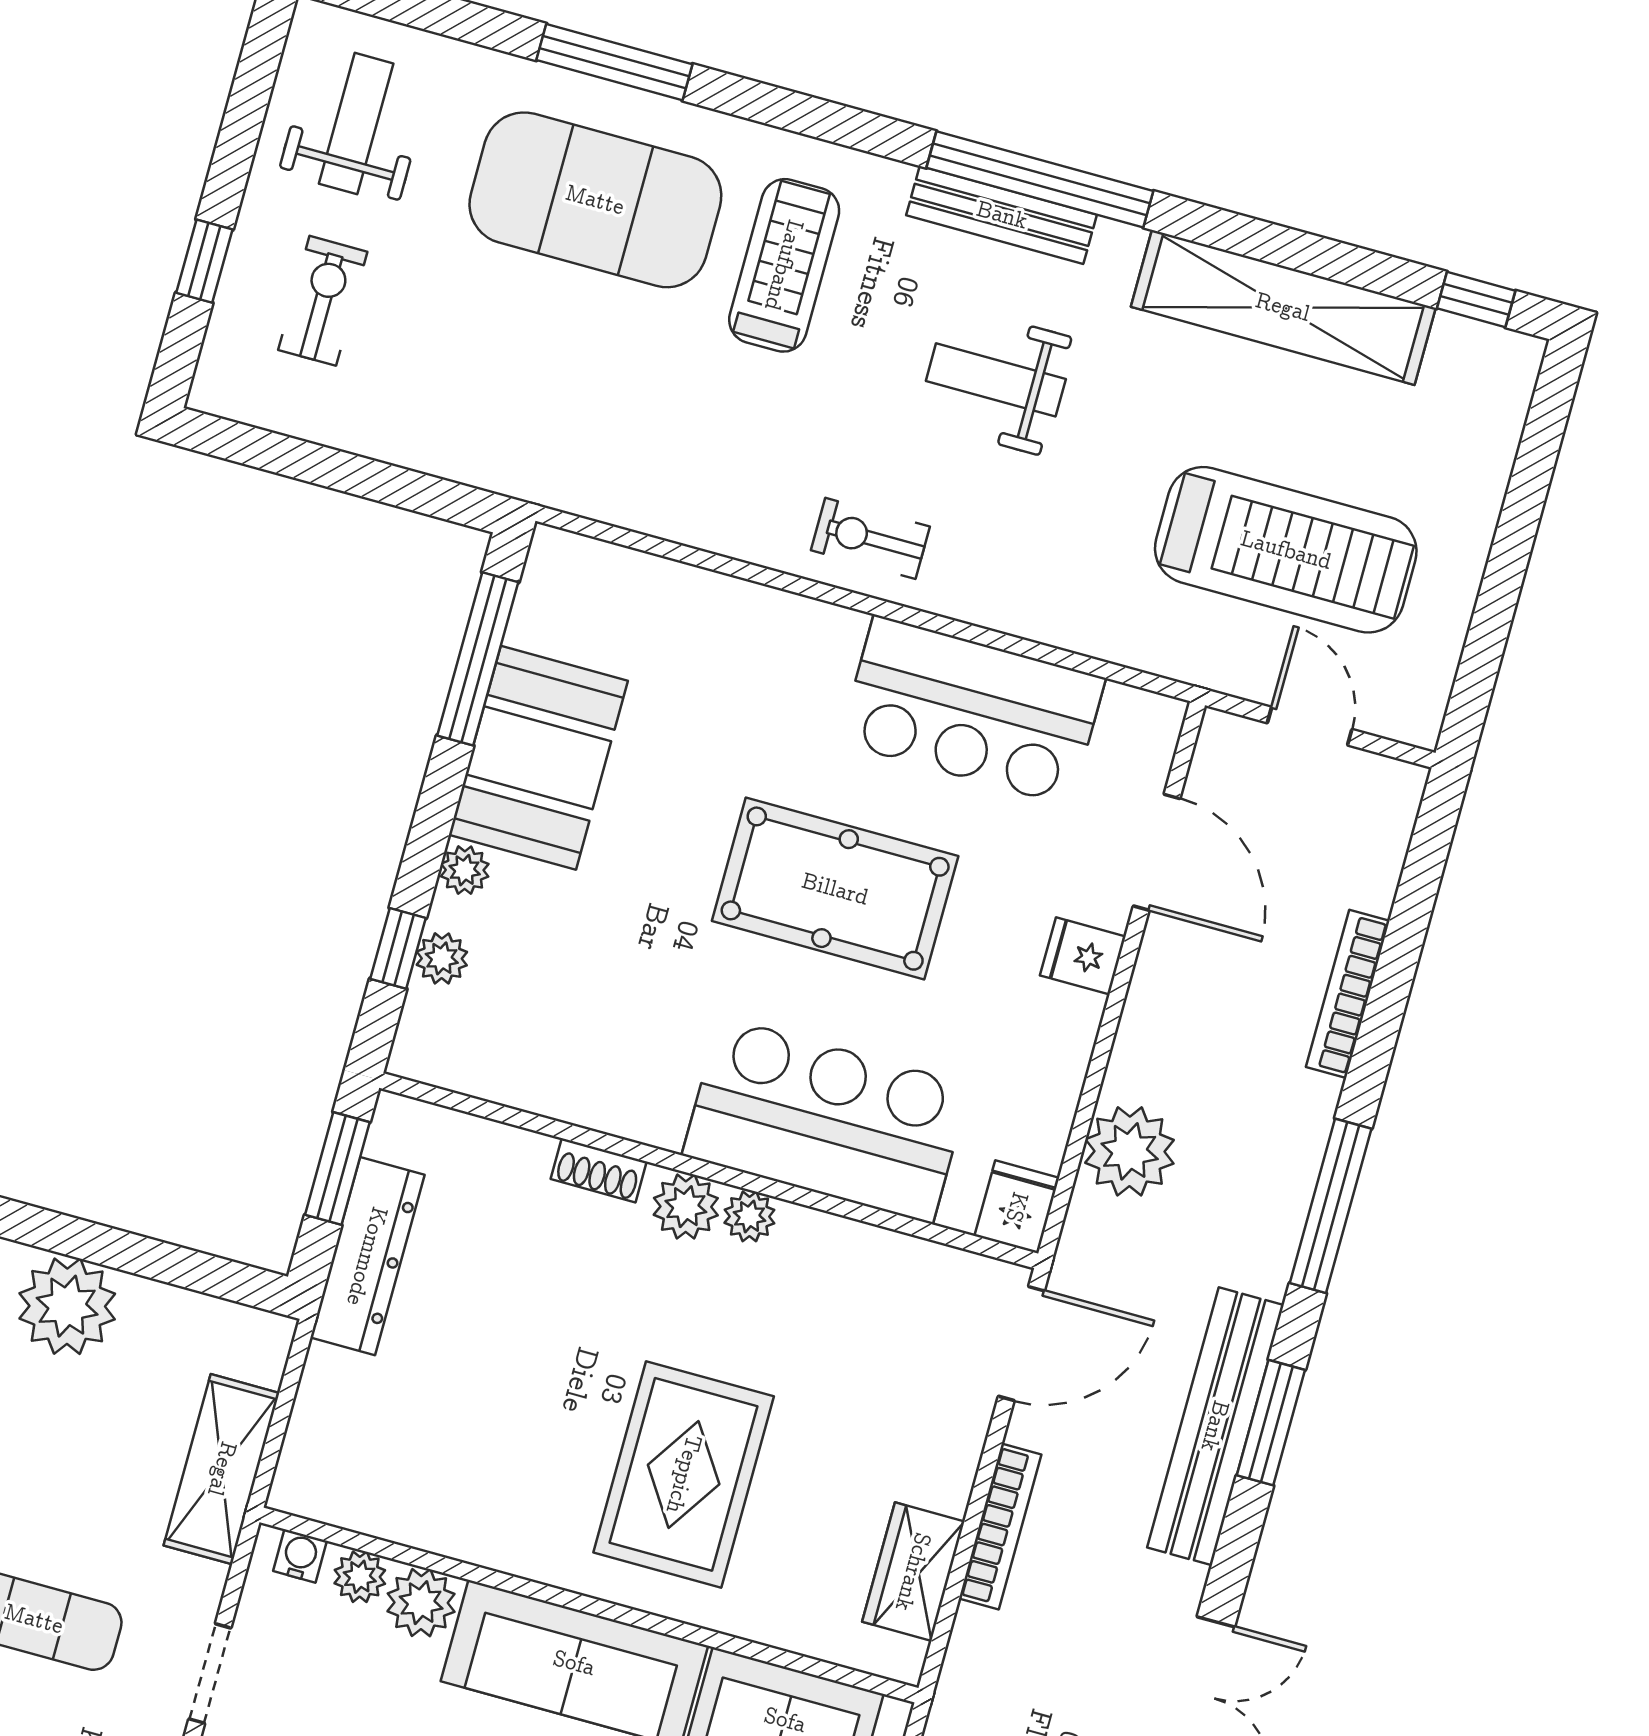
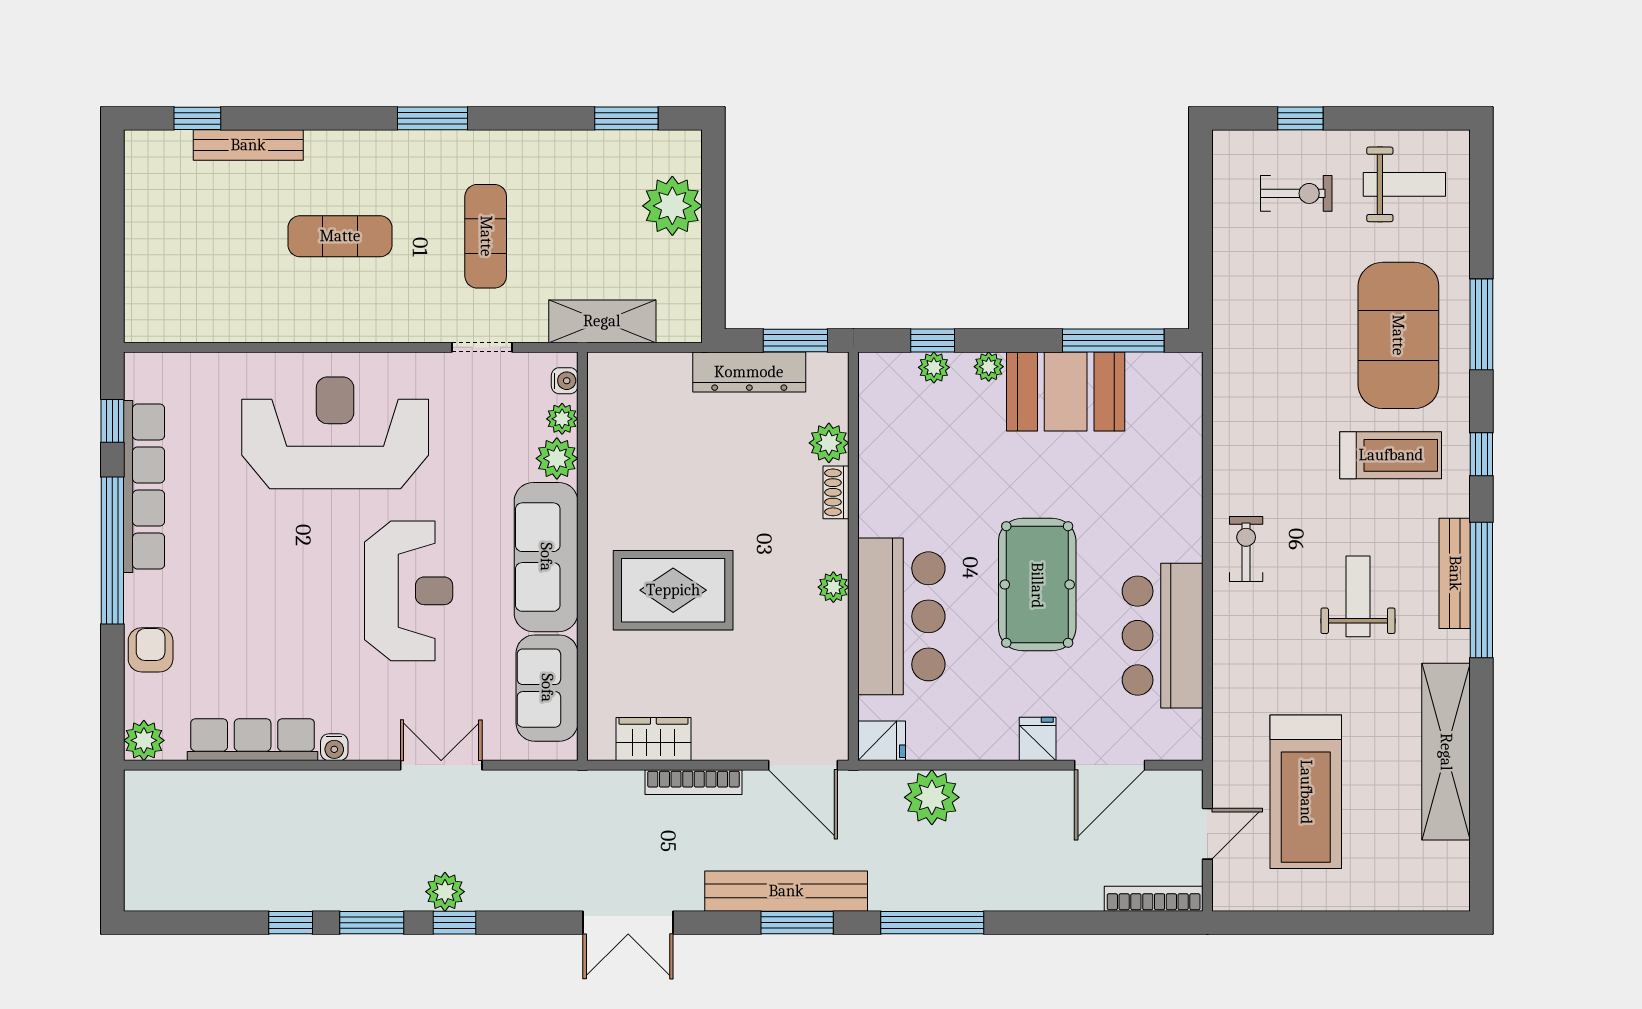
window: (1476, 299) -> (1481, 454), moved
bookcase: (1348, 994) -> (1154, 899), moved
plant: (686, 1207) -> (829, 443), moved

